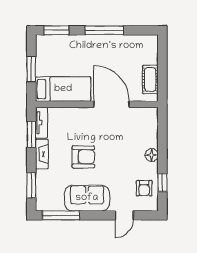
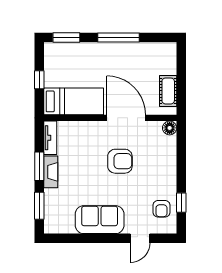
window: (31, 69) -> (39, 80), width x0.67
window: (31, 134) -> (39, 166), moved
floor lamp: (152, 155) -> (170, 128), moved
armchair: (83, 157) -> (120, 161), moved
window: (61, 215) -> (71, 238), removed

